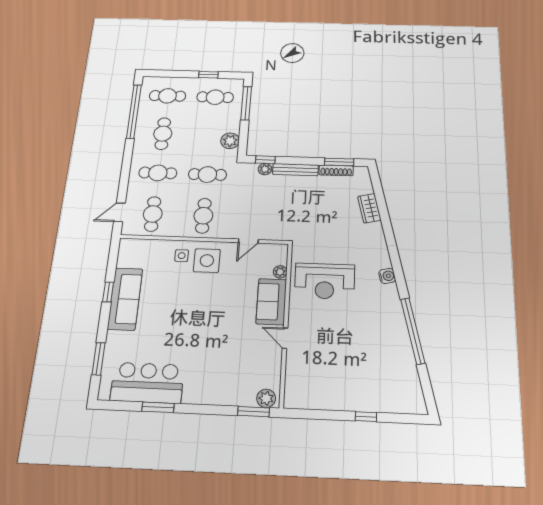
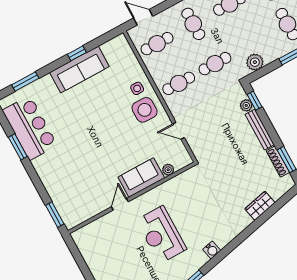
cafe table: (207, 174) -> (215, 64), turned 90
reception desk: (325, 281) -> (161, 235), moved
plant: (266, 398) -> (69, 218), removed

